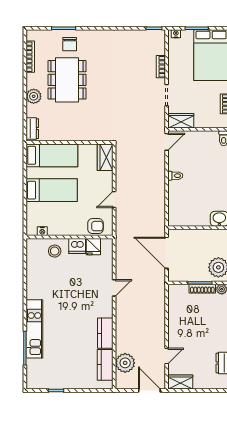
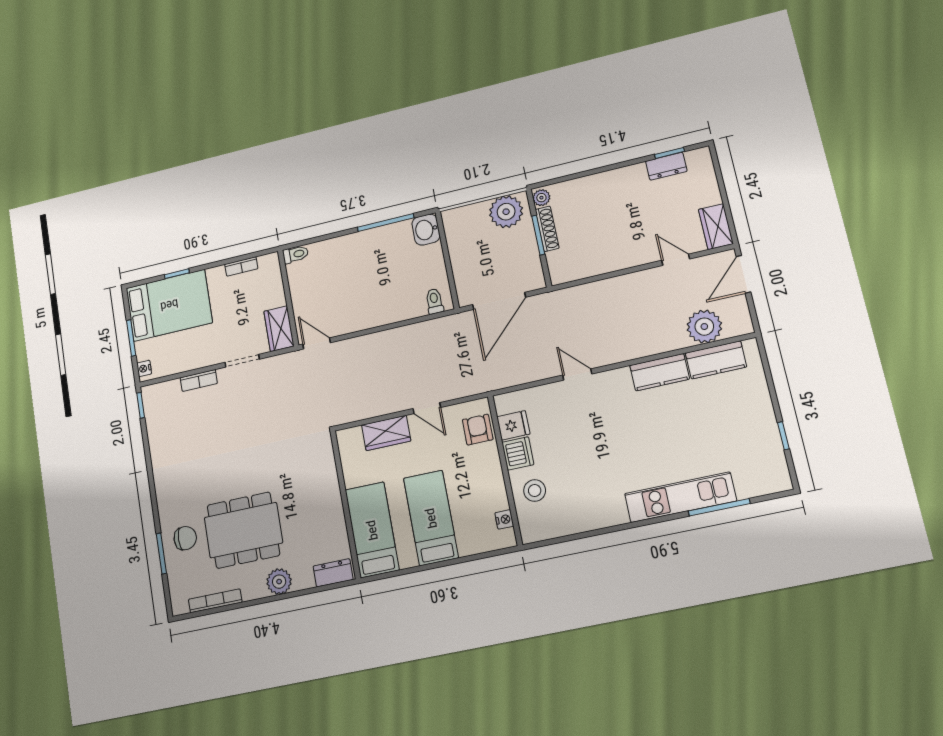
wardrobe: (105, 157) -> (386, 433), moved
toilet: (175, 176) -> (434, 301), moved

